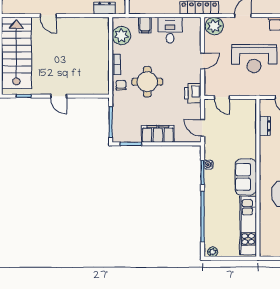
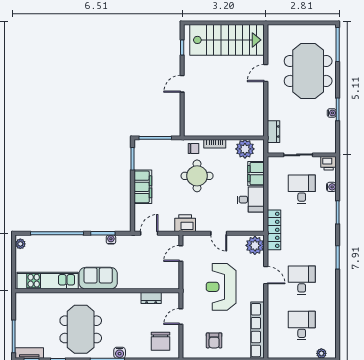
filing cabinet: (145, 25) -> (256, 174), width x2.00

